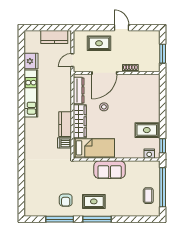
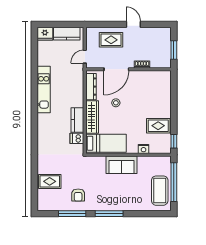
fridge: (31, 61) -> (45, 34), moved, turned 90
nightstand: (149, 154) -> (144, 149), moved
coffee table: (148, 196) -> (160, 191), width x1.86, depth x1.72
rug: (94, 201) -> (50, 181), moved

